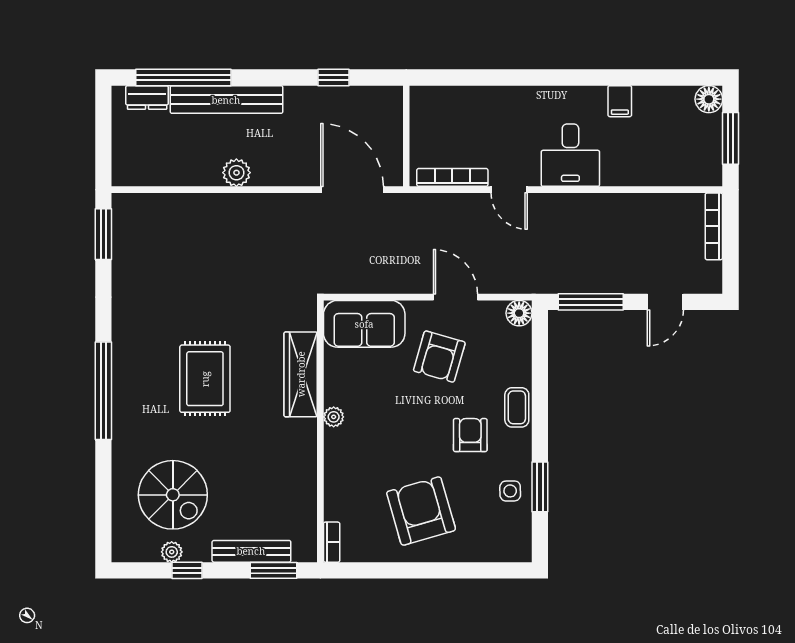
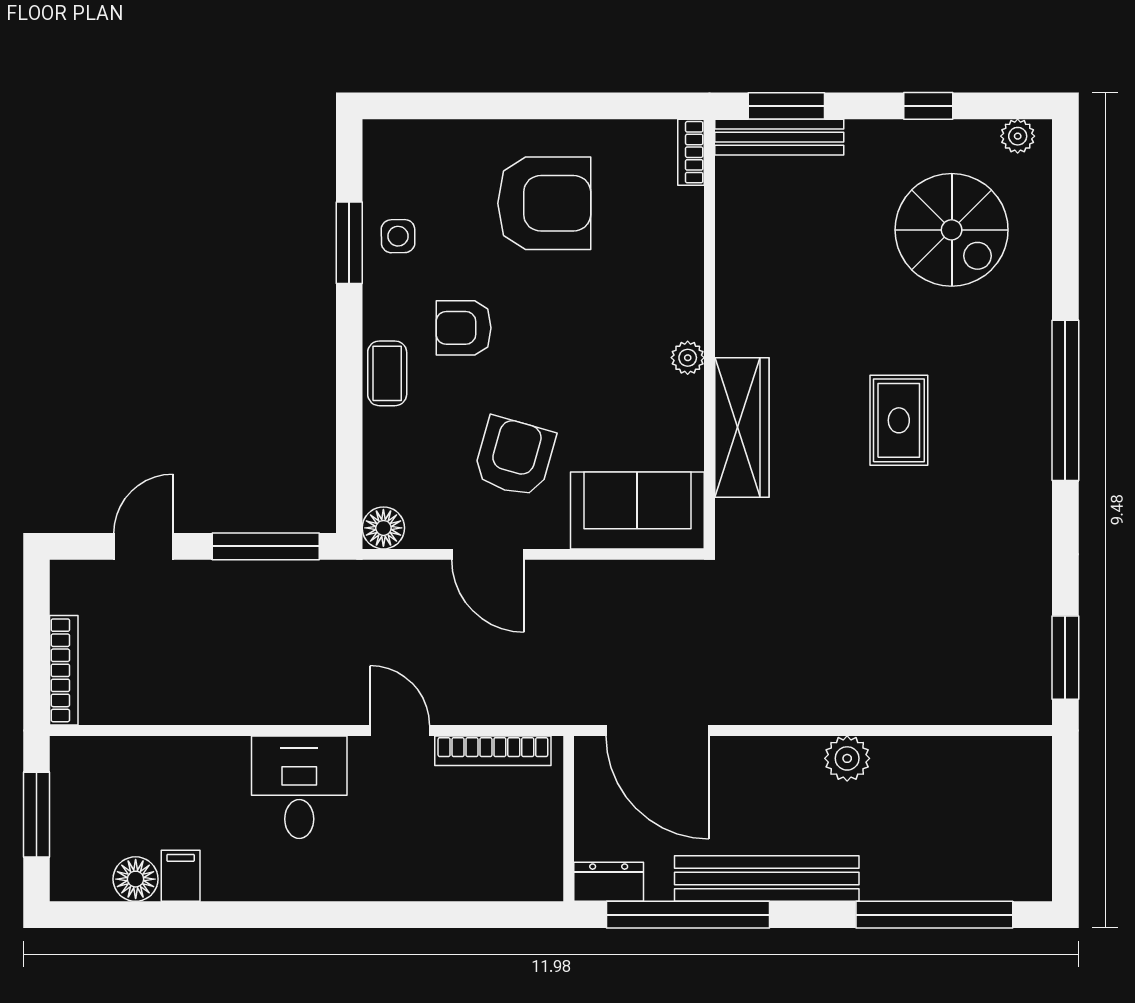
window: (333, 78) -> (688, 915), width x3.17
dresser: (147, 97) -> (609, 882), moved
floor lamp: (709, 99) -> (136, 879), moved
bench: (226, 100) -> (767, 878), moved
filing cabinet: (620, 101) -> (181, 876), moved
rug: (205, 379) -> (899, 420), width x0.73, depth x0.70
armchair: (470, 435) -> (464, 328), turned 90
spiral stairs: (173, 495) -> (952, 230), turned 180
armchair: (421, 511) -> (544, 203), turned -74
bench: (251, 551) -> (779, 137), moved
plant: (172, 552) -> (1018, 136), moved

